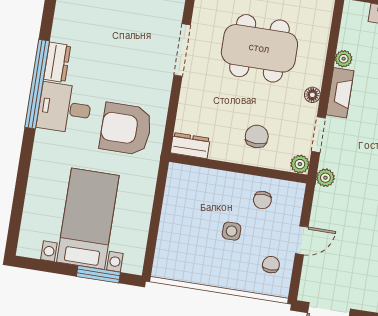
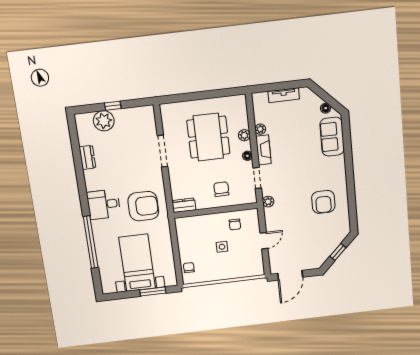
dining table: (259, 48) -> (208, 137), turned 90
dresser: (57, 62) -> (87, 157), moved
window: (37, 84) -> (91, 242), moved
armchair: (126, 129) -> (143, 206), turned 180
plant: (300, 164) -> (244, 135), moved
chair: (271, 265) -> (189, 268), moved

